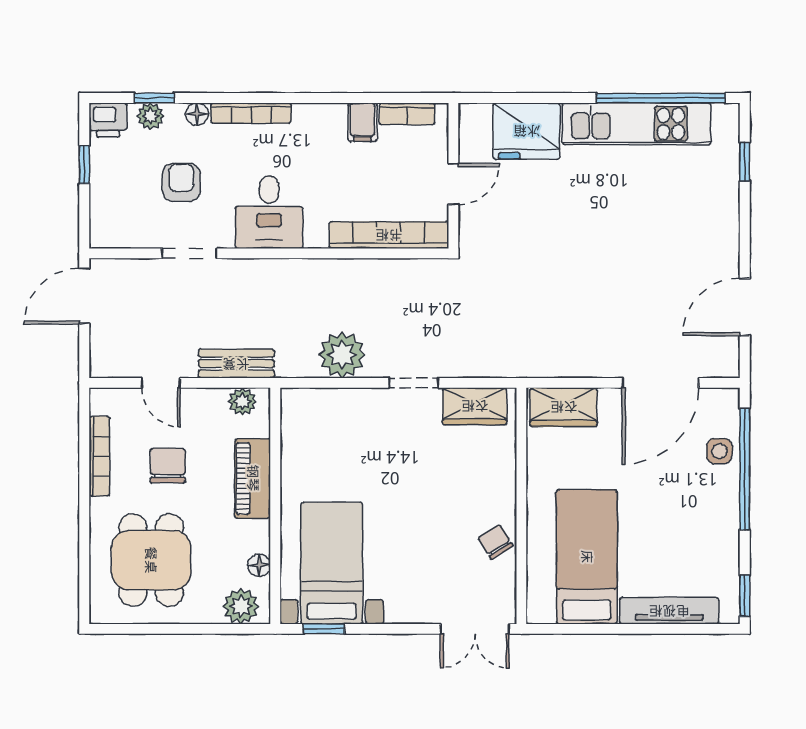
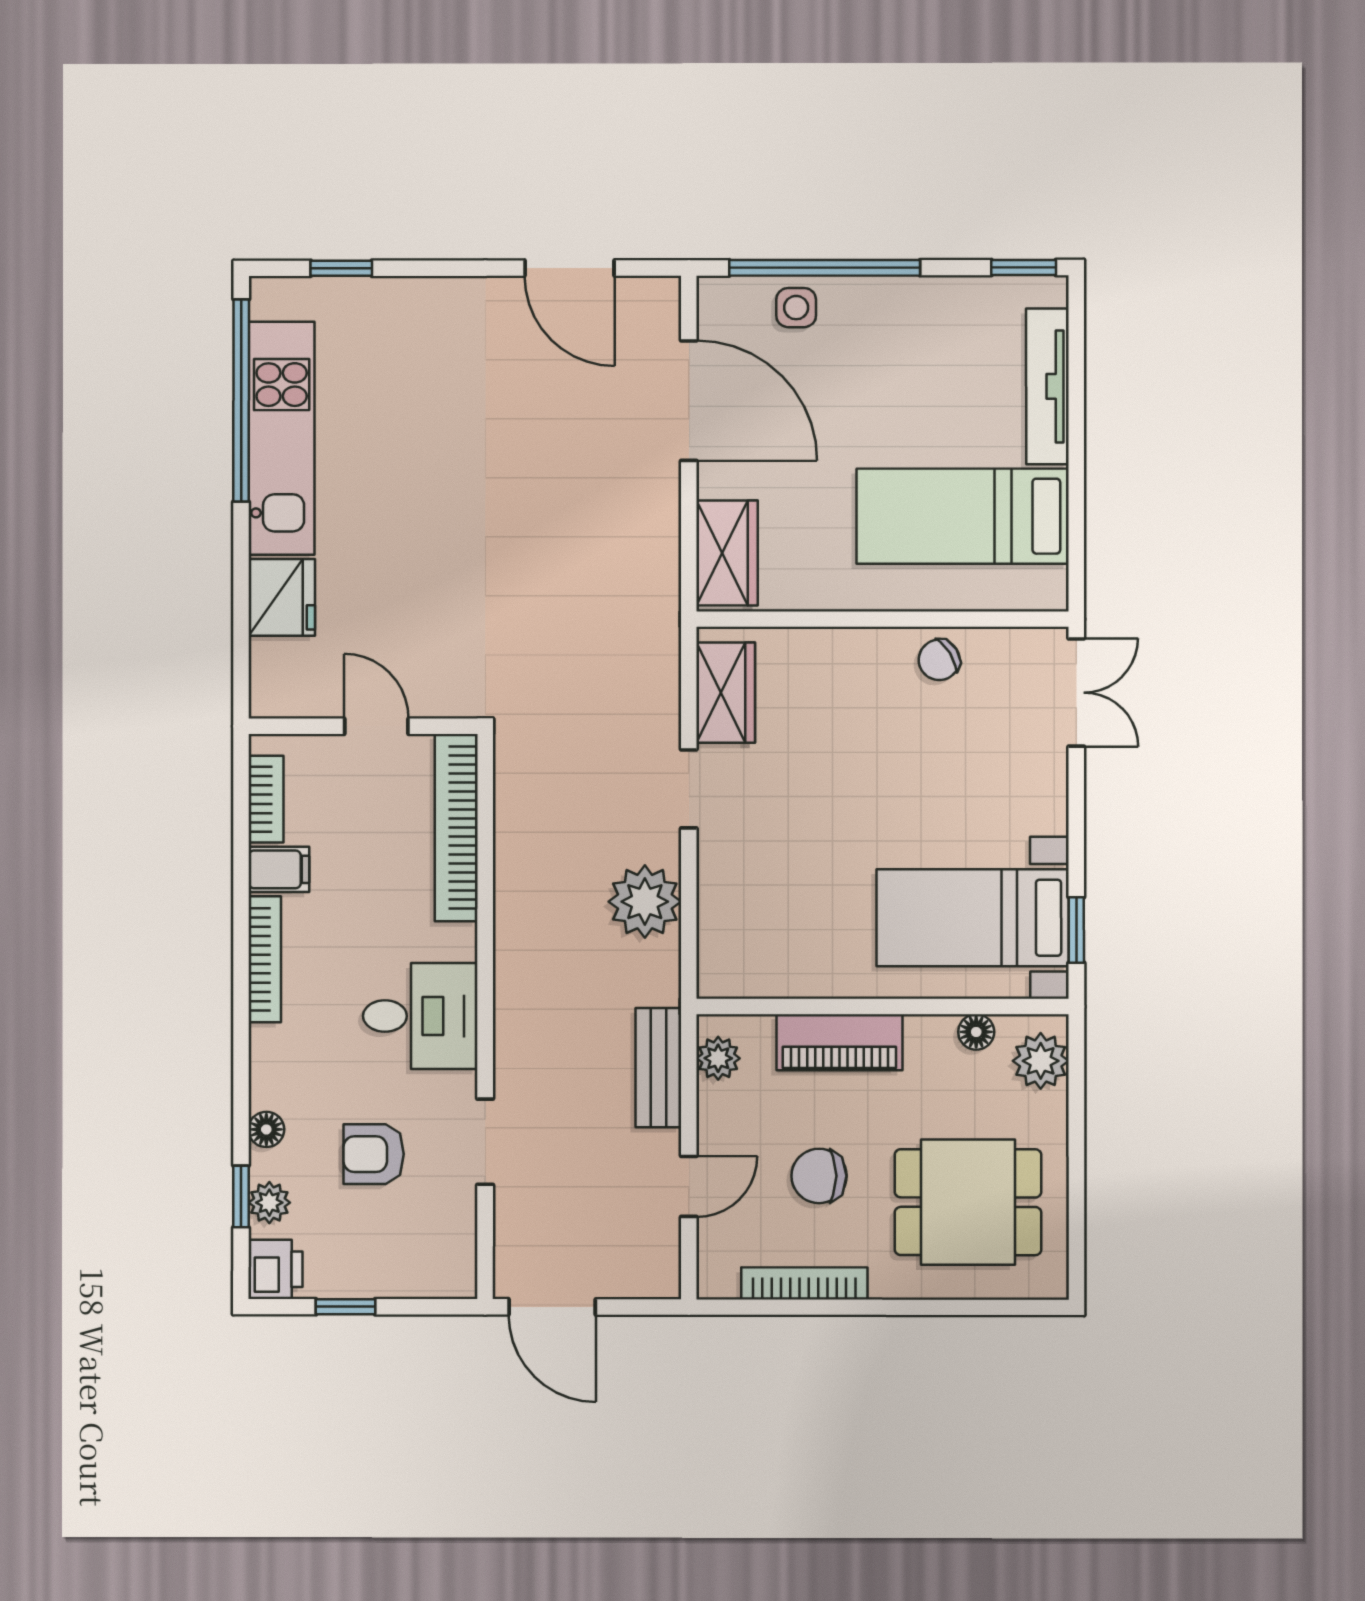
bookcase: (251, 113) -> (265, 959), moved
fridge: (527, 131) -> (282, 597), width x0.73, depth x0.75

